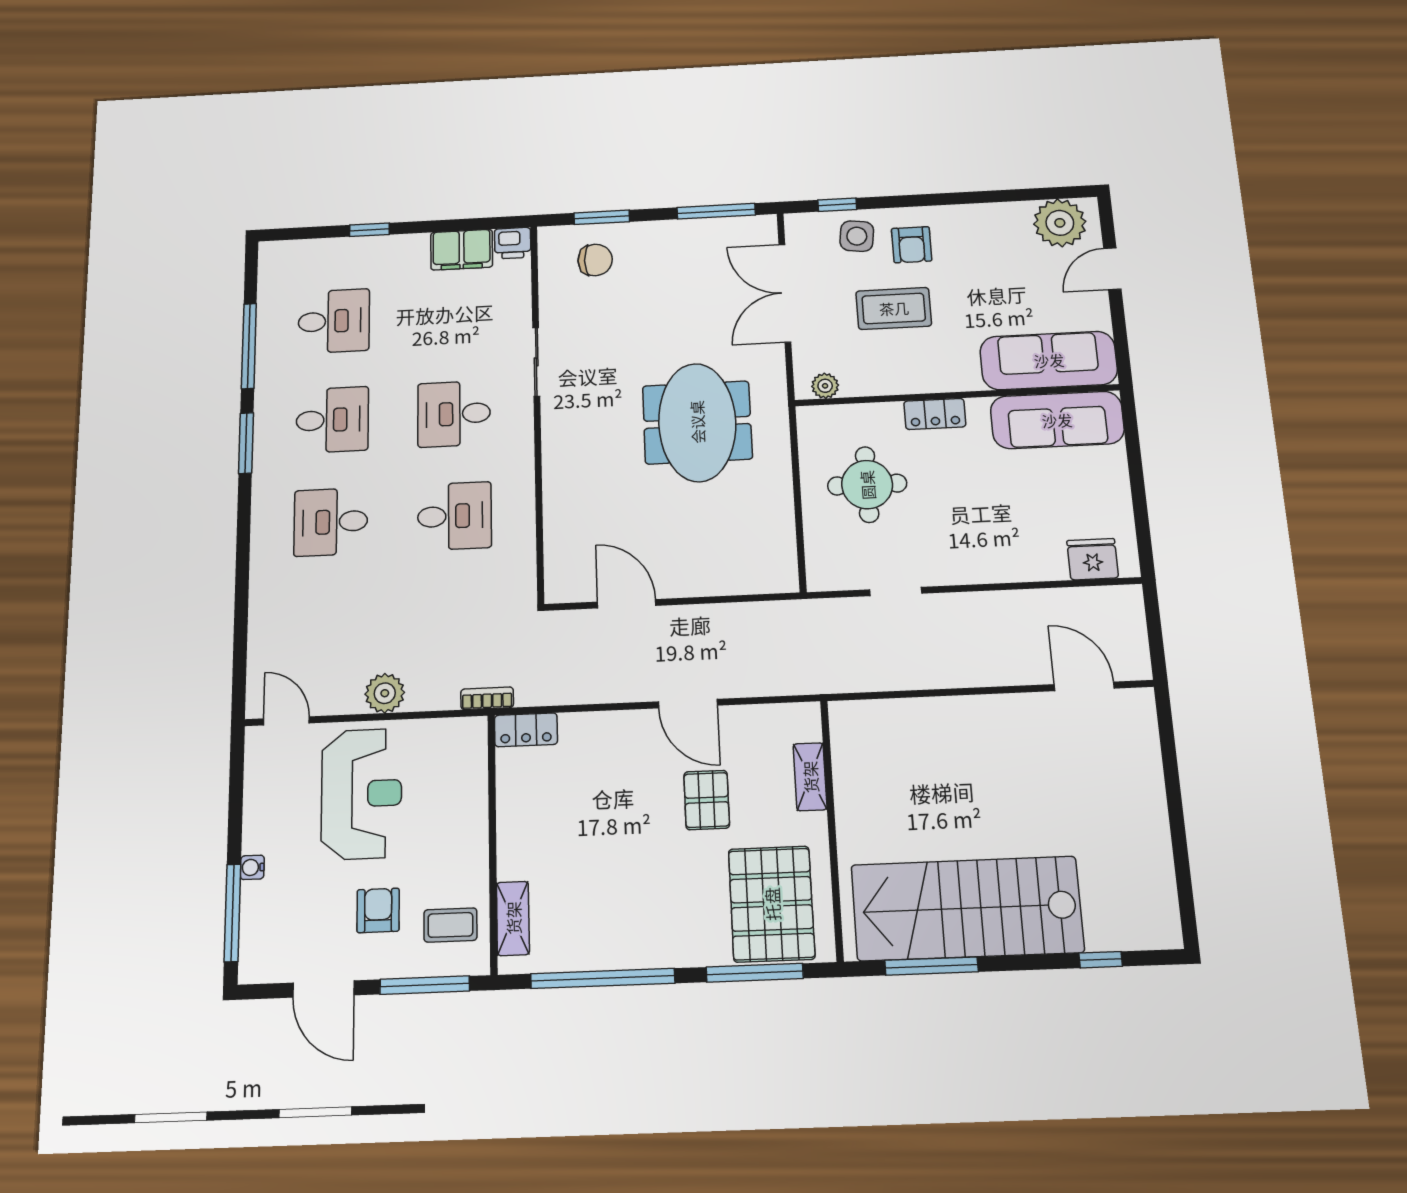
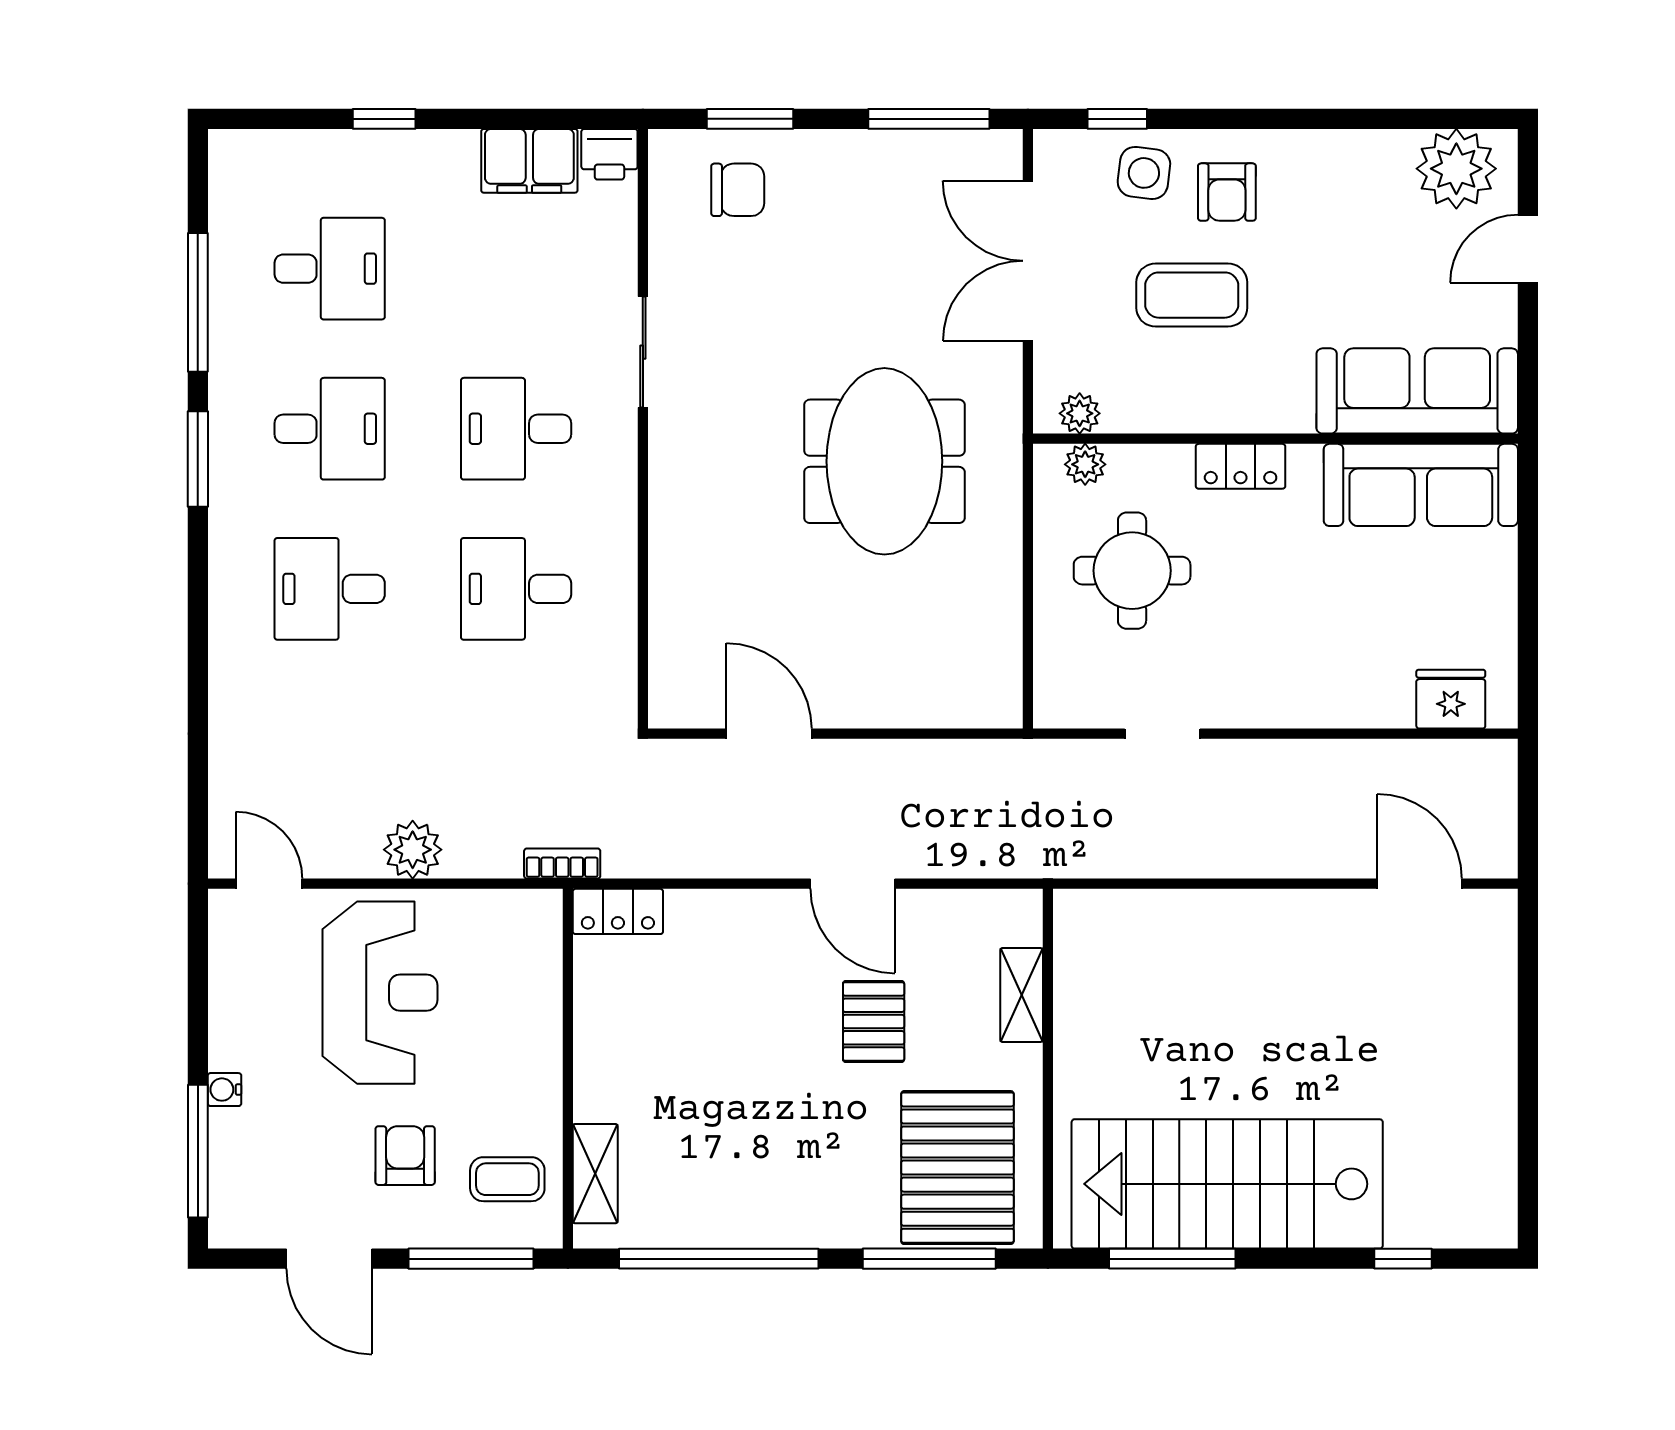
plant: (831, 418) -> (1085, 464), added
desk: (454, 516) -> (516, 589), turned 180

